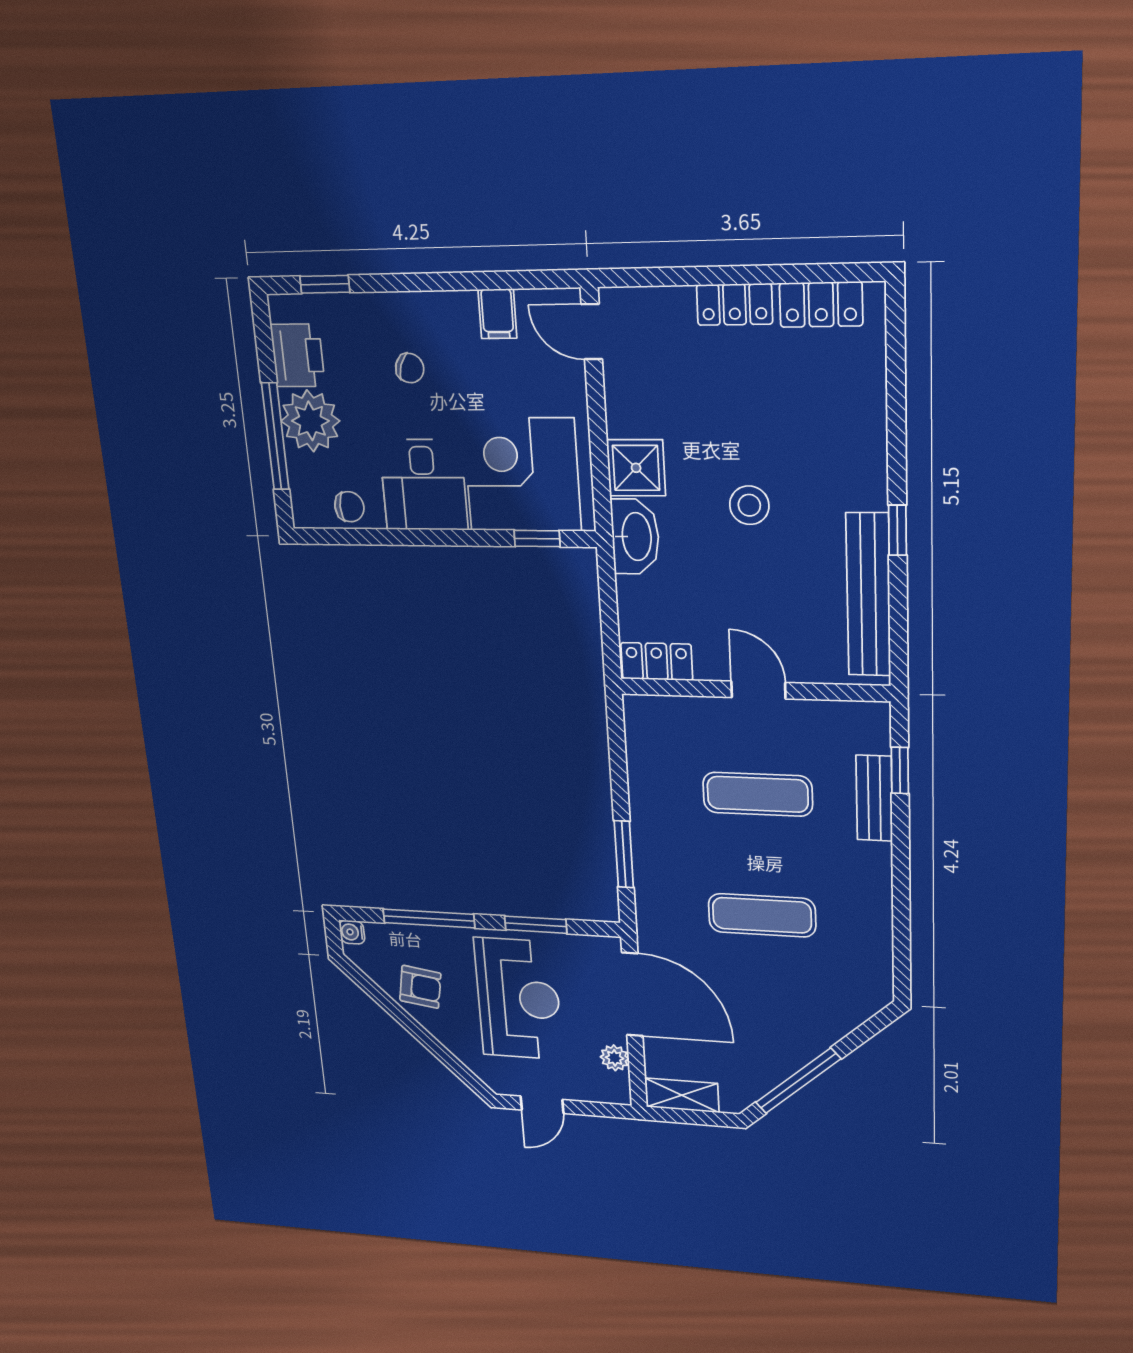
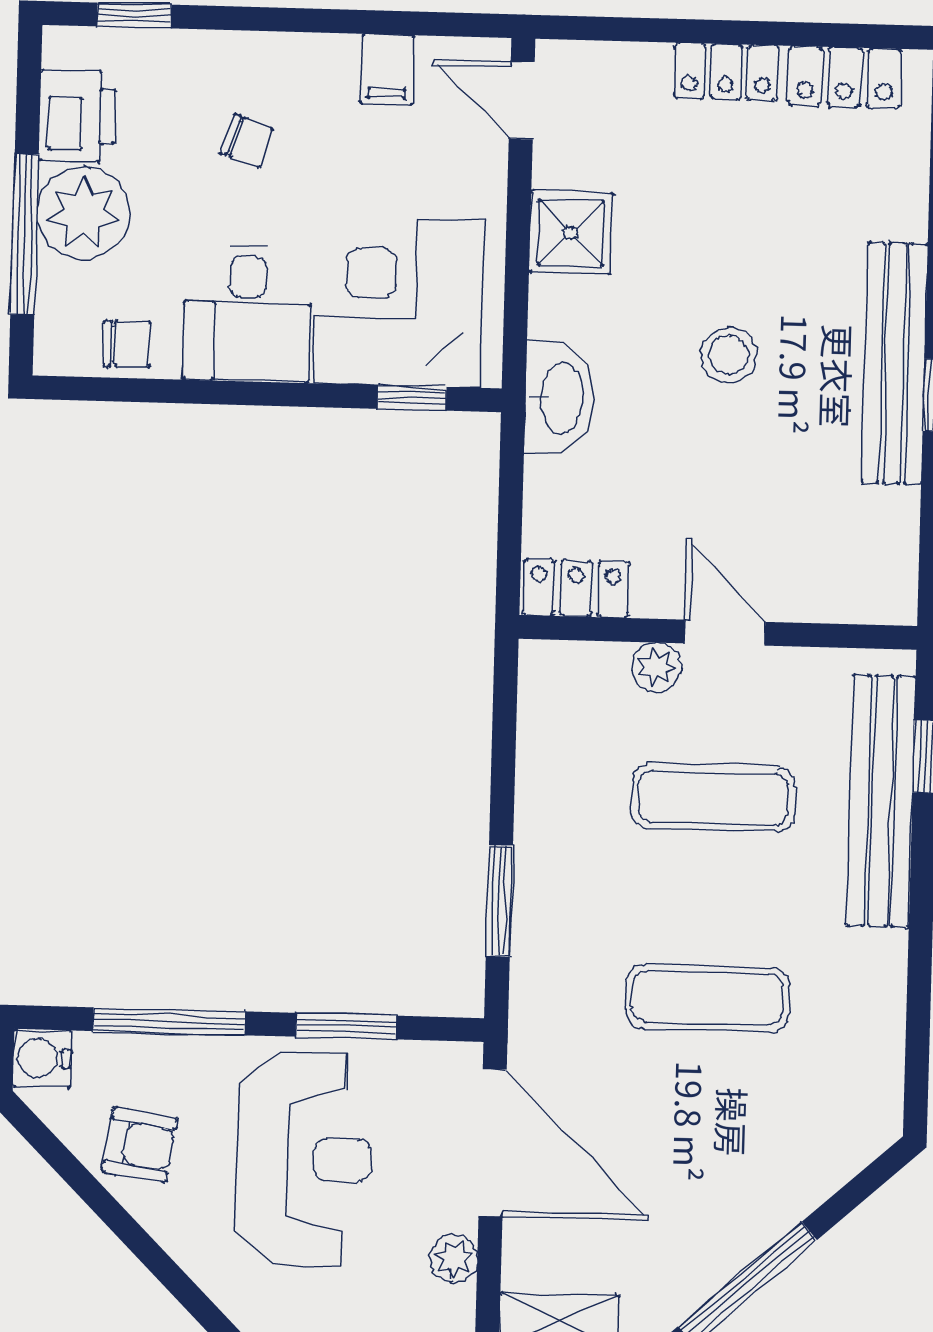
shower: (636, 468) -> (571, 233), moved
bench: (868, 595) -> (895, 363), moved
plant: (714, 712) -> (656, 667), added
bench: (874, 798) -> (881, 801), width x1.86, depth x1.21
water cooler: (352, 932) -> (42, 1058), width x1.38, depth x1.38

